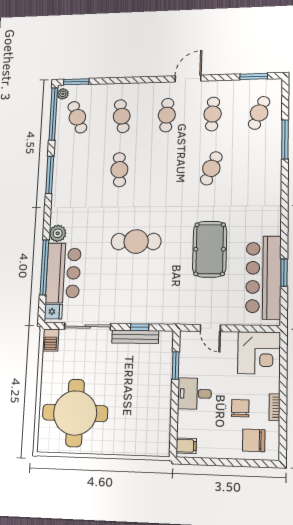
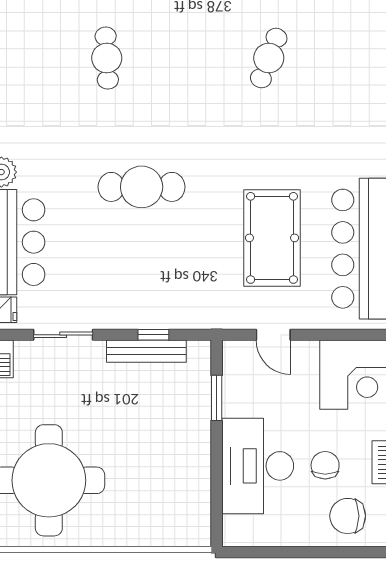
pool table: (210, 249) -> (272, 238), moved
sliding door: (88, 326) -> (63, 335), width x0.73
desk: (194, 394) -> (258, 466), width x1.87, depth x1.30
filing cabinet: (186, 446) -> (238, 528), removed

